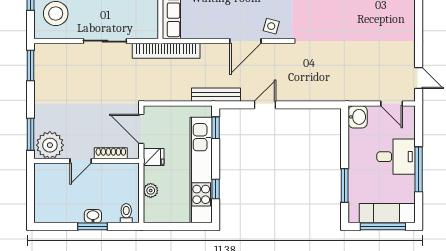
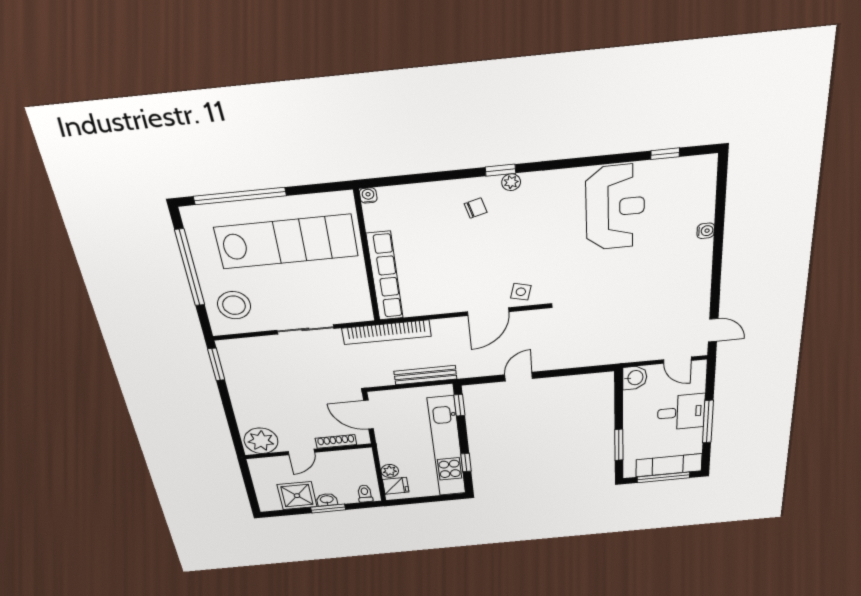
bench: (216, 95) -> (425, 375), moved
window: (31, 134) -> (235, 433), removed
fridge: (154, 157) -> (396, 486), moved
shower: (68, 208) -> (297, 496), added

